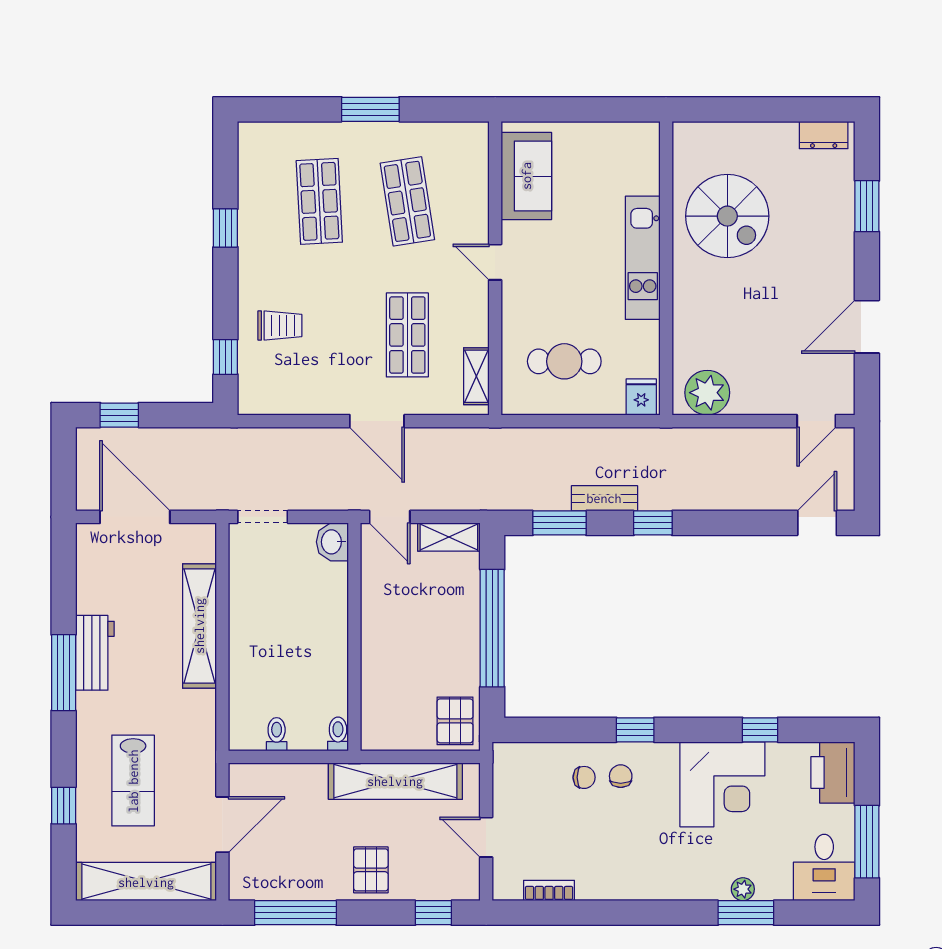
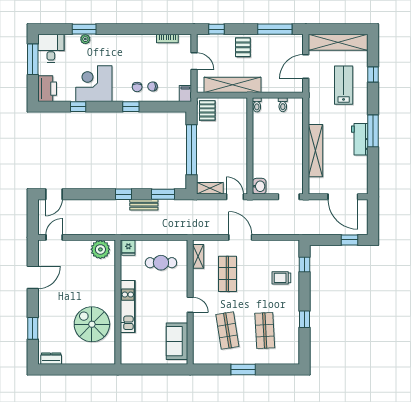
filing cabinet: (506, 761) -> (185, 94), added

